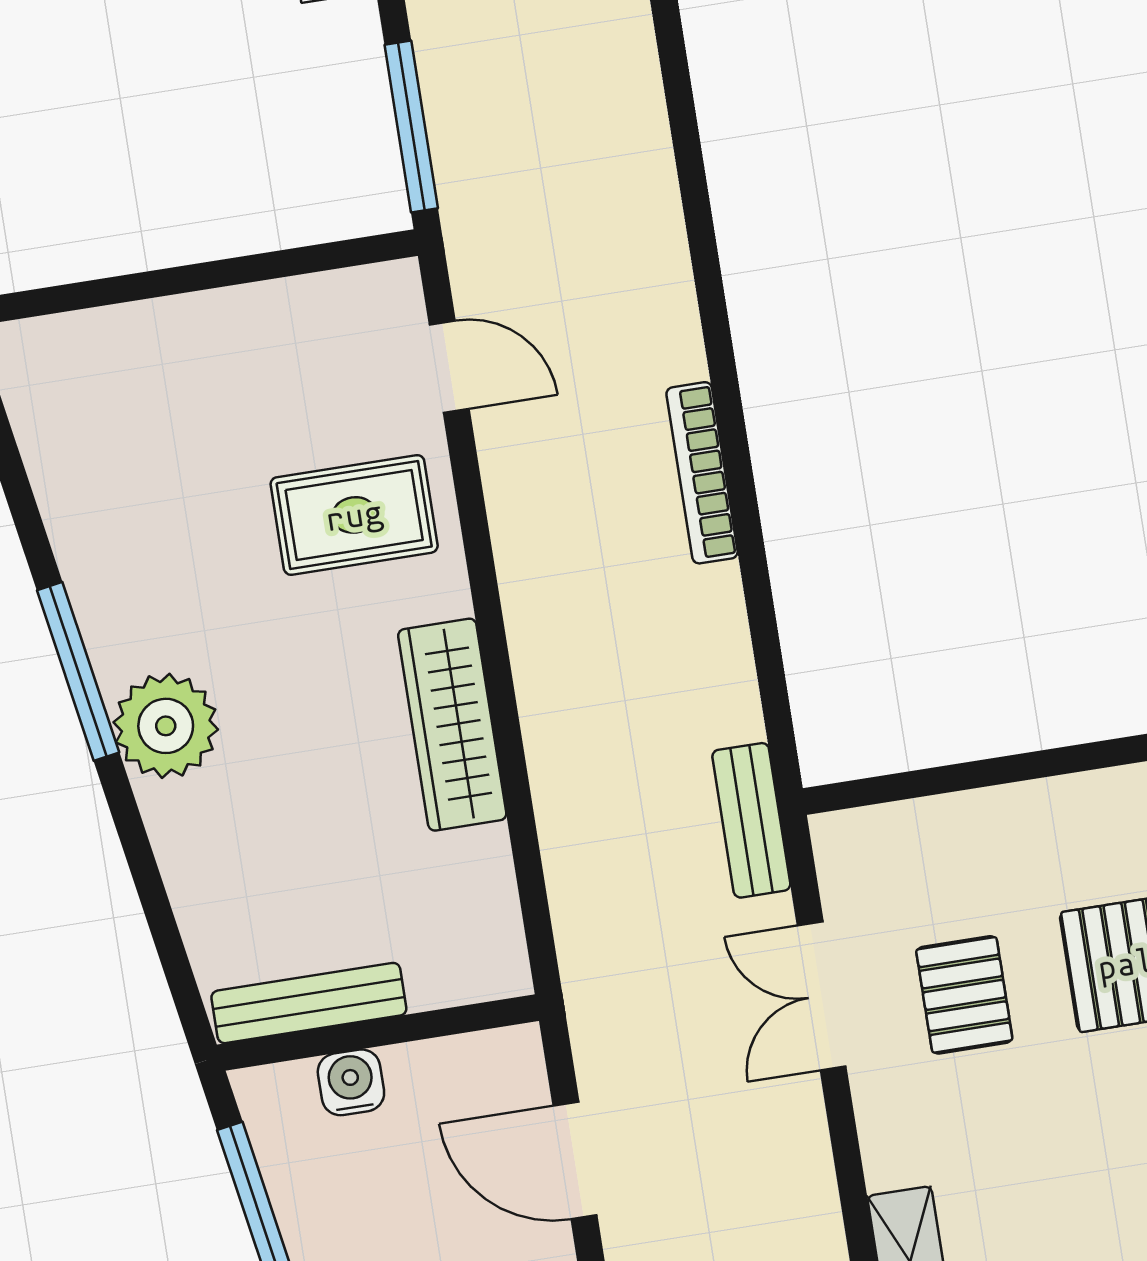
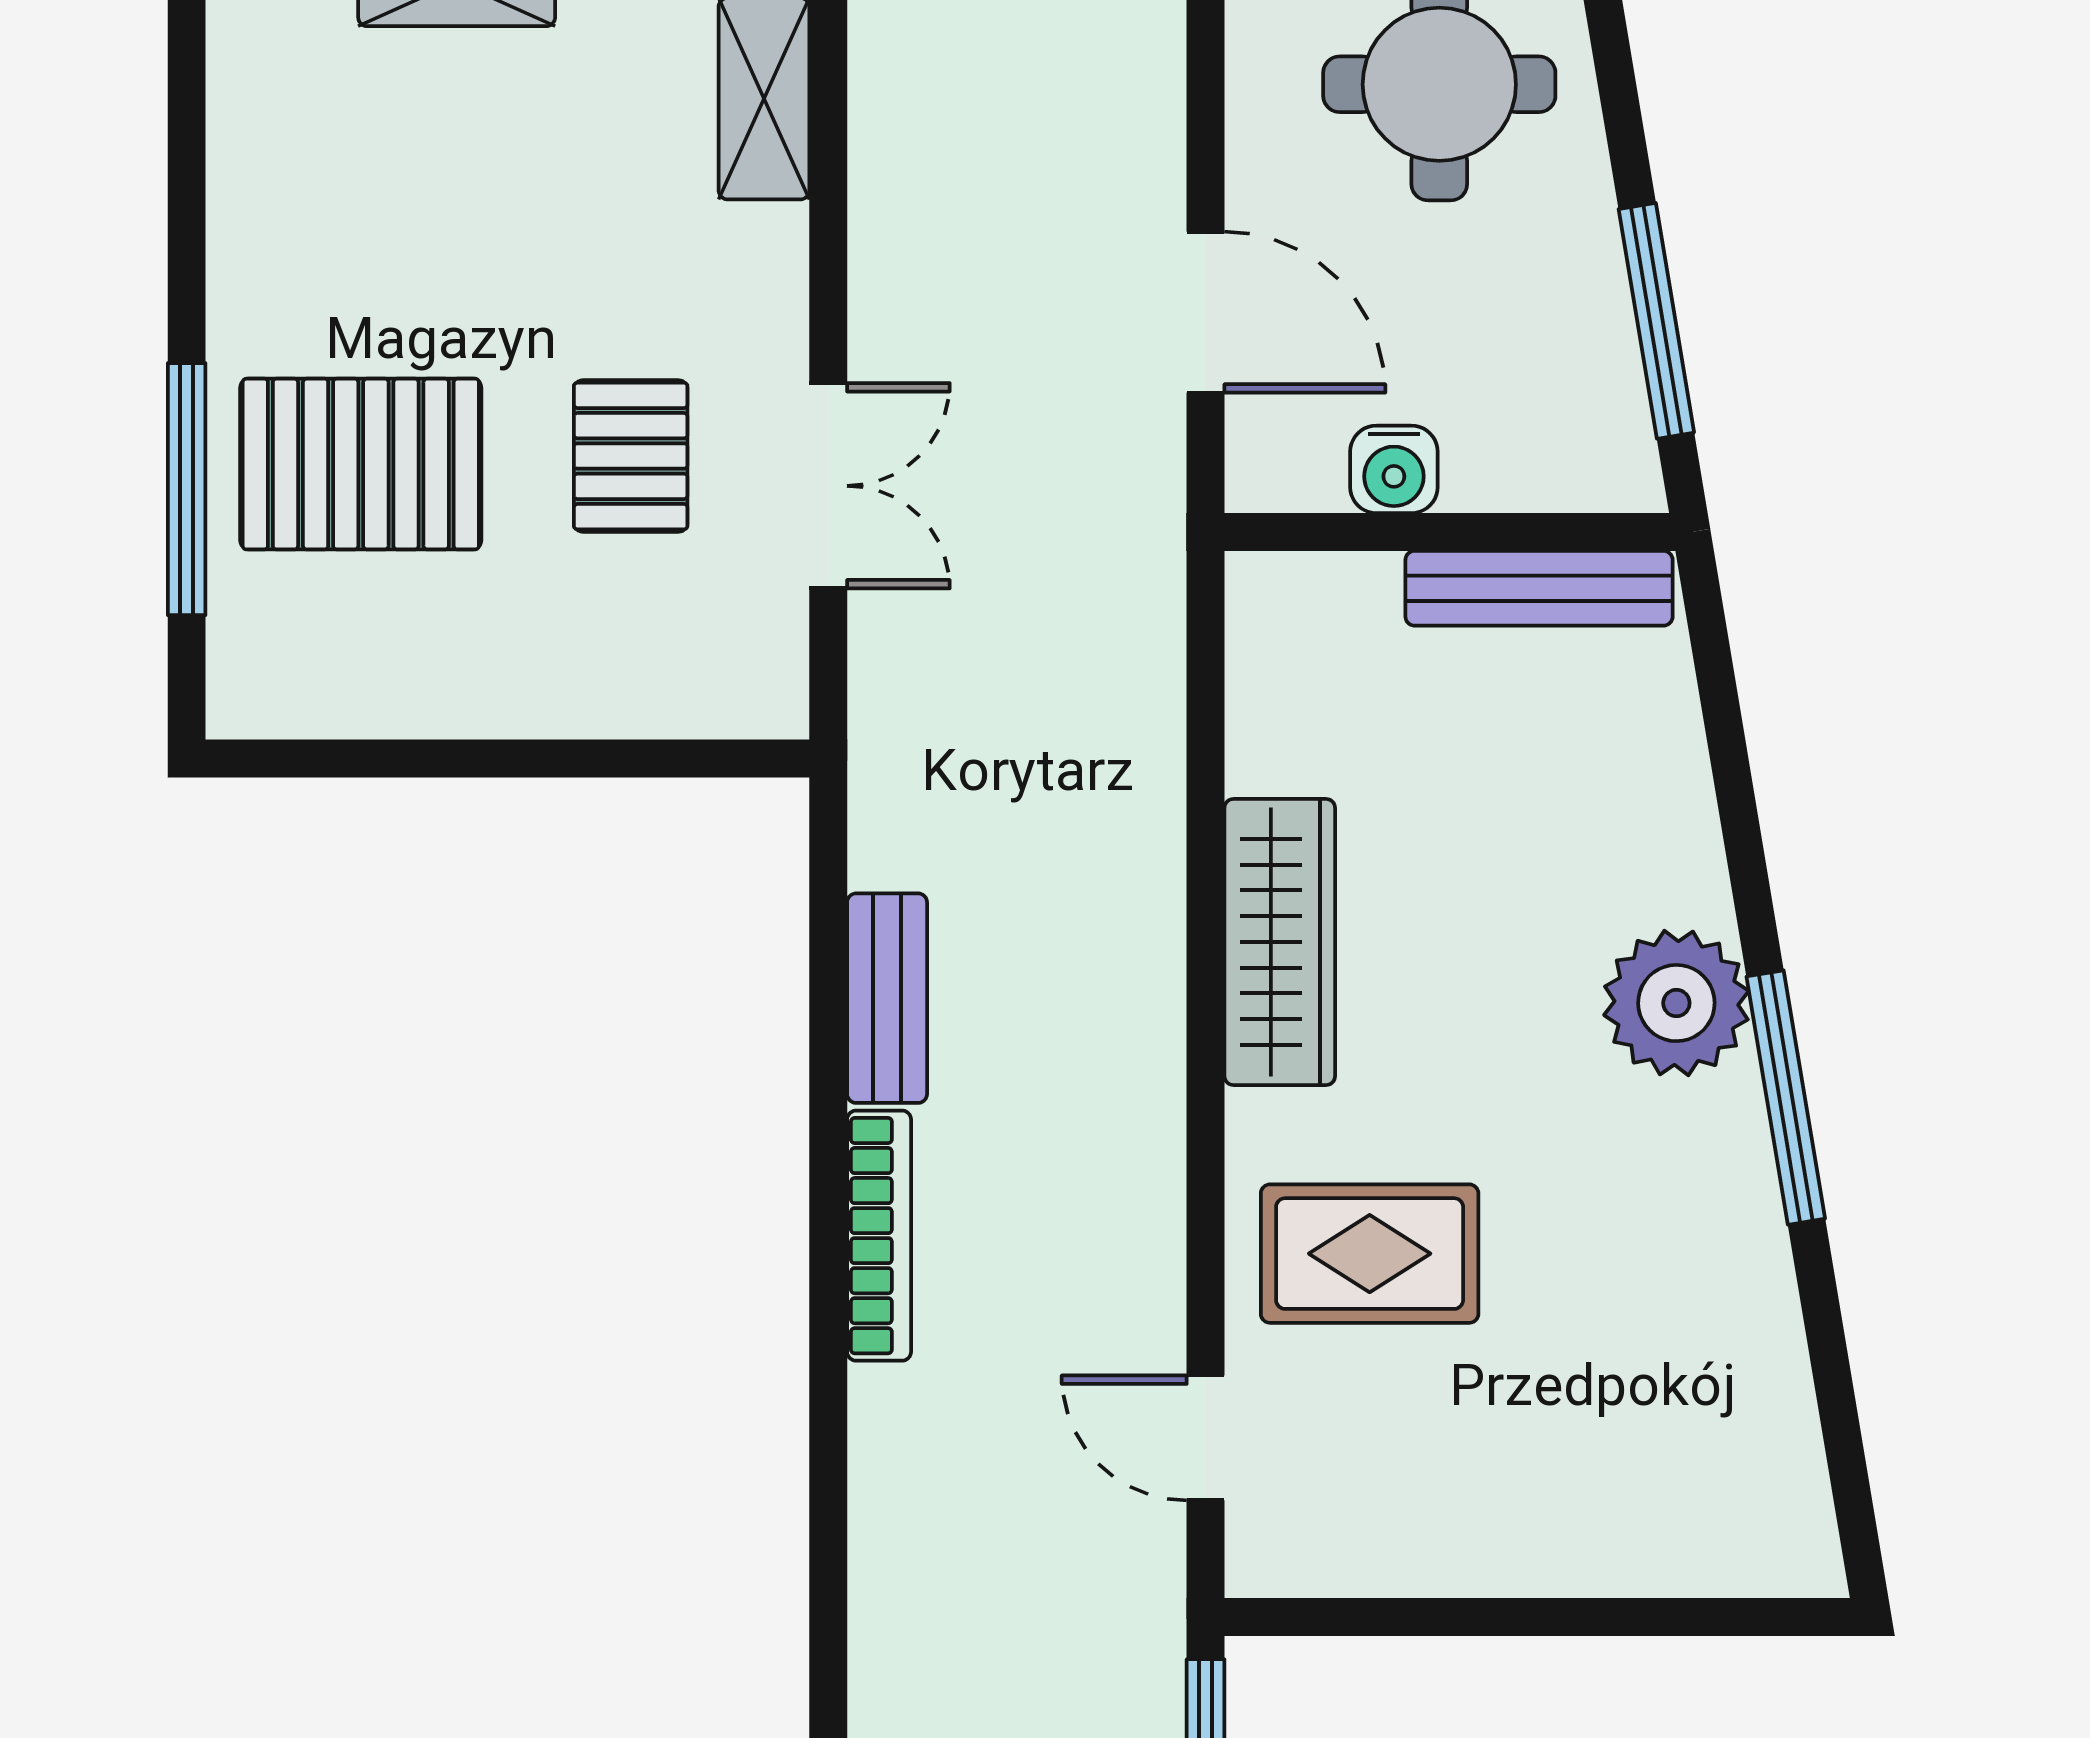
bench: (751, 820) -> (887, 998), moved
water cooler: (351, 1082) -> (1394, 469), moved

